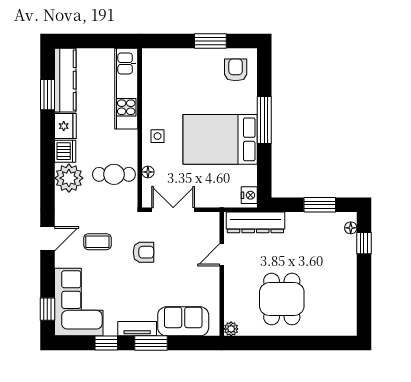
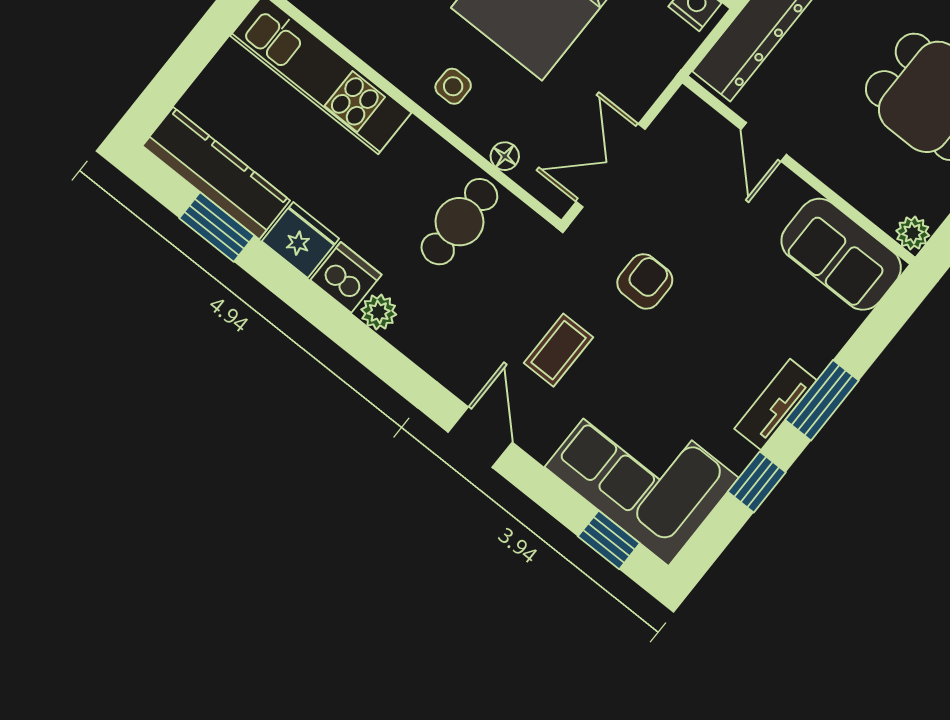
plant: (69, 178) -> (379, 312), width x0.53, depth x0.53
sofa: (183, 321) -> (841, 254), moved, turned -90

